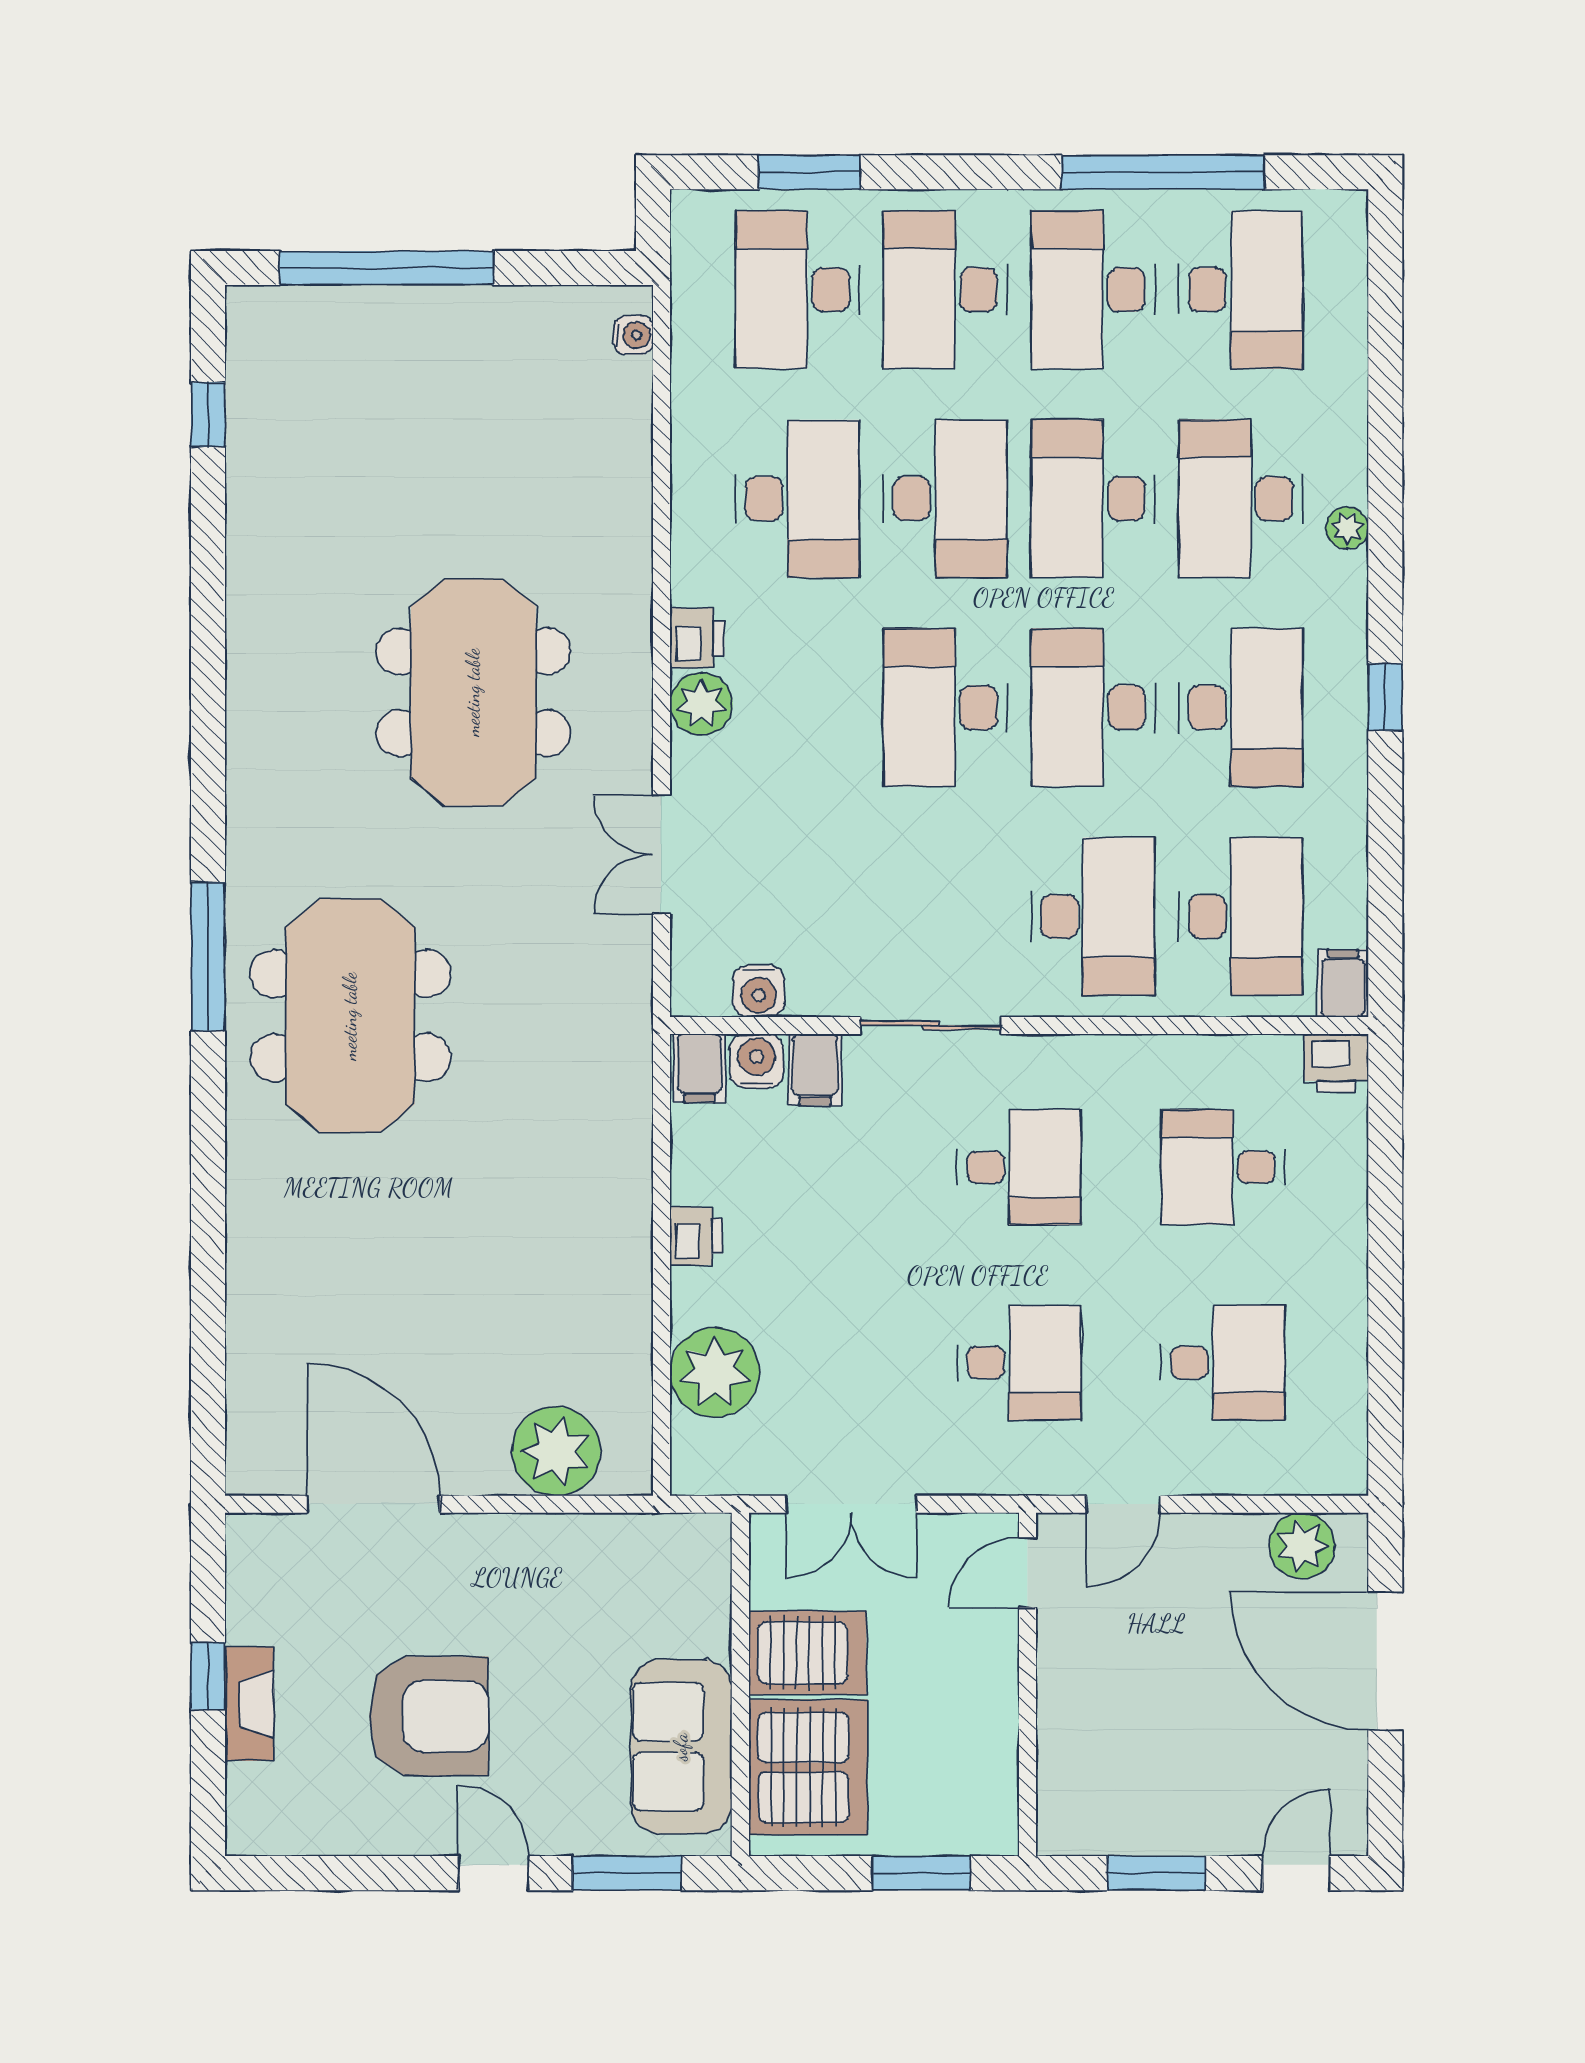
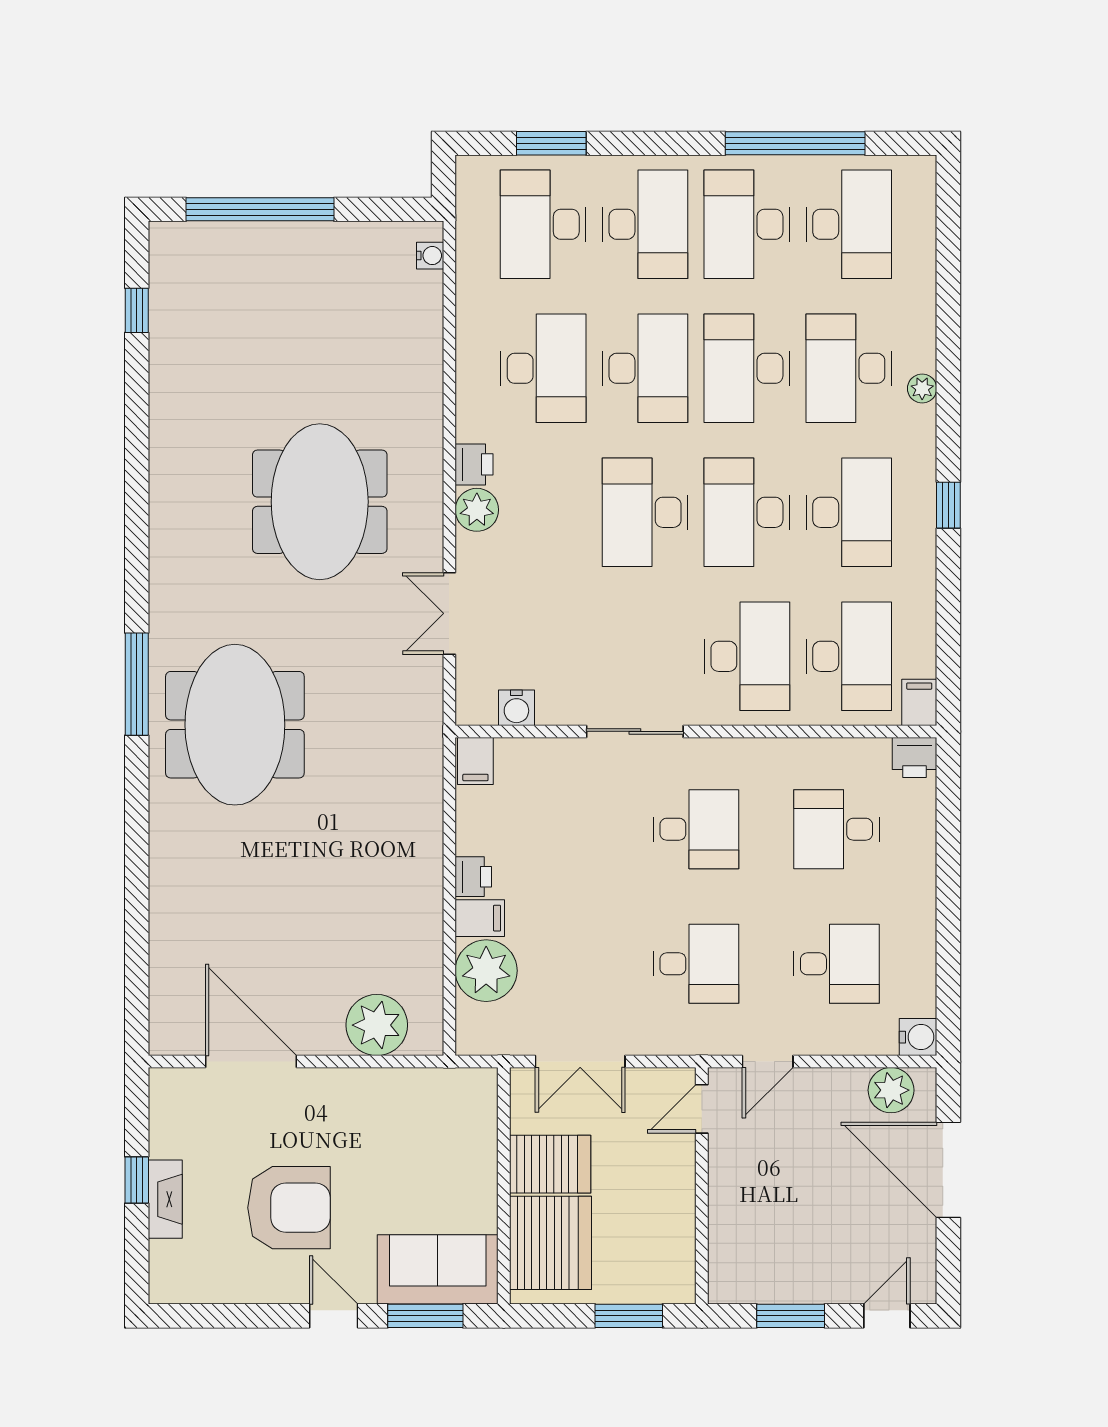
desk: (945, 290) -> (645, 224), turned 180
water cooler: (757, 1061) -> (918, 1037), moved, turned 90
filing cabinet: (815, 1070) -> (480, 918), moved, turned -90
sofa: (681, 1747) -> (438, 1269), moved, turned 90

